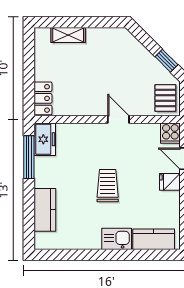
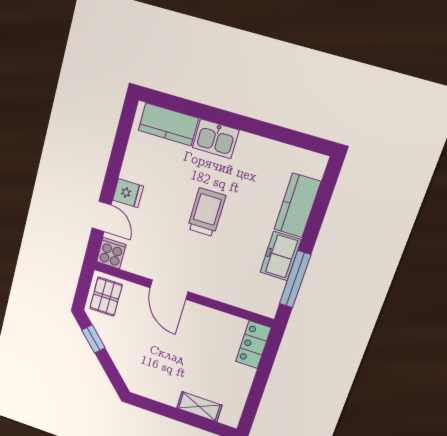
door: (118, 119) -> (169, 290), width x1.38
freezer: (45, 139) -> (280, 256), moved
trolley: (108, 186) -> (206, 212), turned 180

